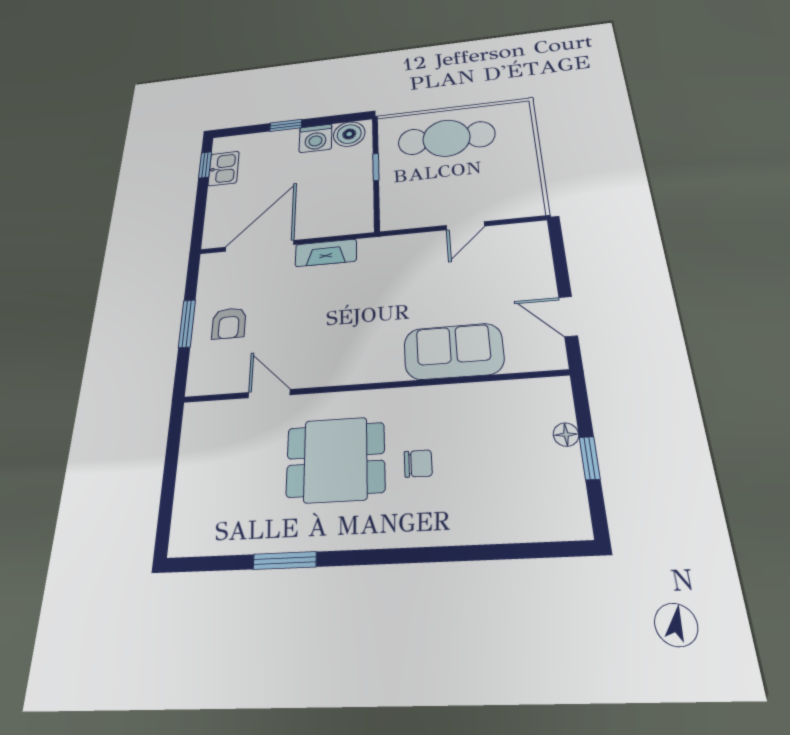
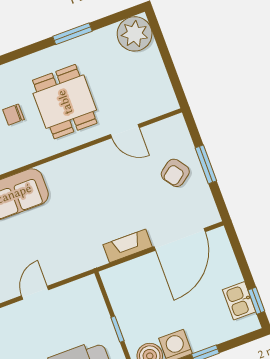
armchair: (229, 323) -> (175, 173), turned -126
dining table: (336, 460) -> (65, 102), turned 90
plant: (196, 529) -> (135, 34), added

